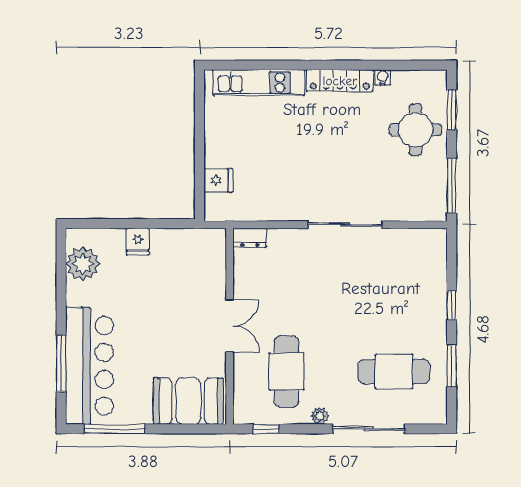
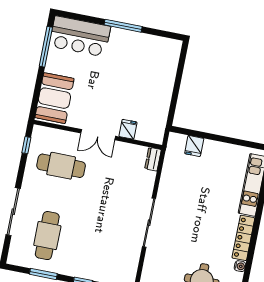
fridge: (138, 241) -> (128, 129), moved, turned 90
plant: (83, 264) -> (157, 47), removed
window: (61, 363) -> (123, 26), moved
bar counter: (89, 366) -> (80, 36), width x0.73
plant: (320, 416) -> (28, 182), removed

